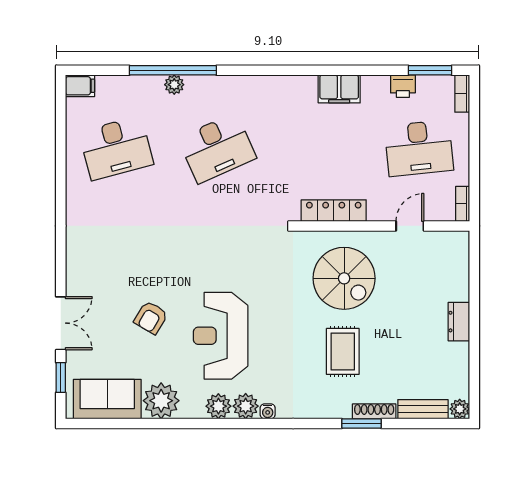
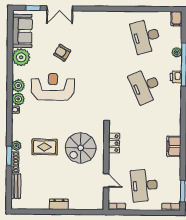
plant: (174, 85) -> (177, 52), moved
printer: (403, 86) -> (176, 77), moved
locker: (334, 211) -> (114, 143), width x0.66
plant: (460, 409) -> (16, 146), moved

